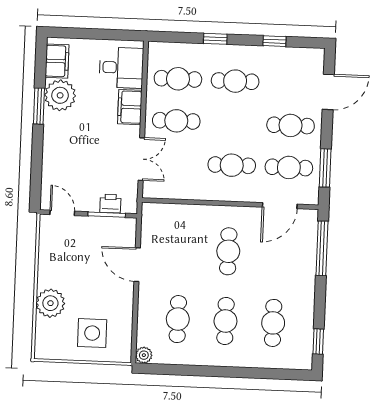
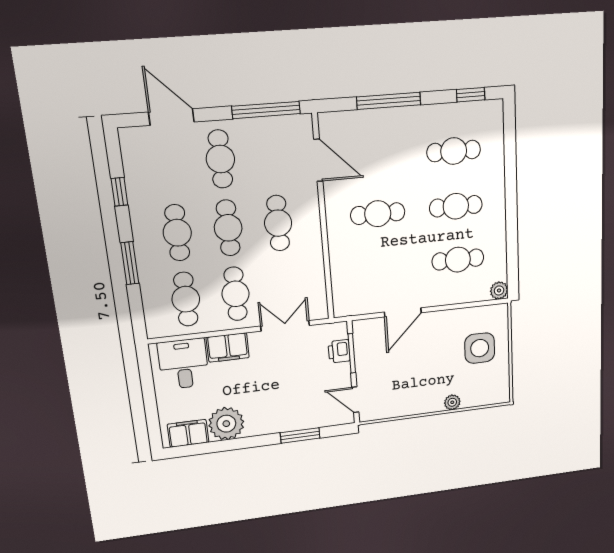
window: (215, 39) -> (130, 263), width x1.50
window: (39, 106) -> (300, 435), moved
cafe table: (289, 167) -> (228, 228), moved
window: (325, 168) -> (266, 110), width x1.44
door: (62, 213) -> (355, 400), hinge flipped
window: (322, 248) -> (389, 101), moved
plant: (50, 303) -> (452, 402), width x0.53, depth x0.53

